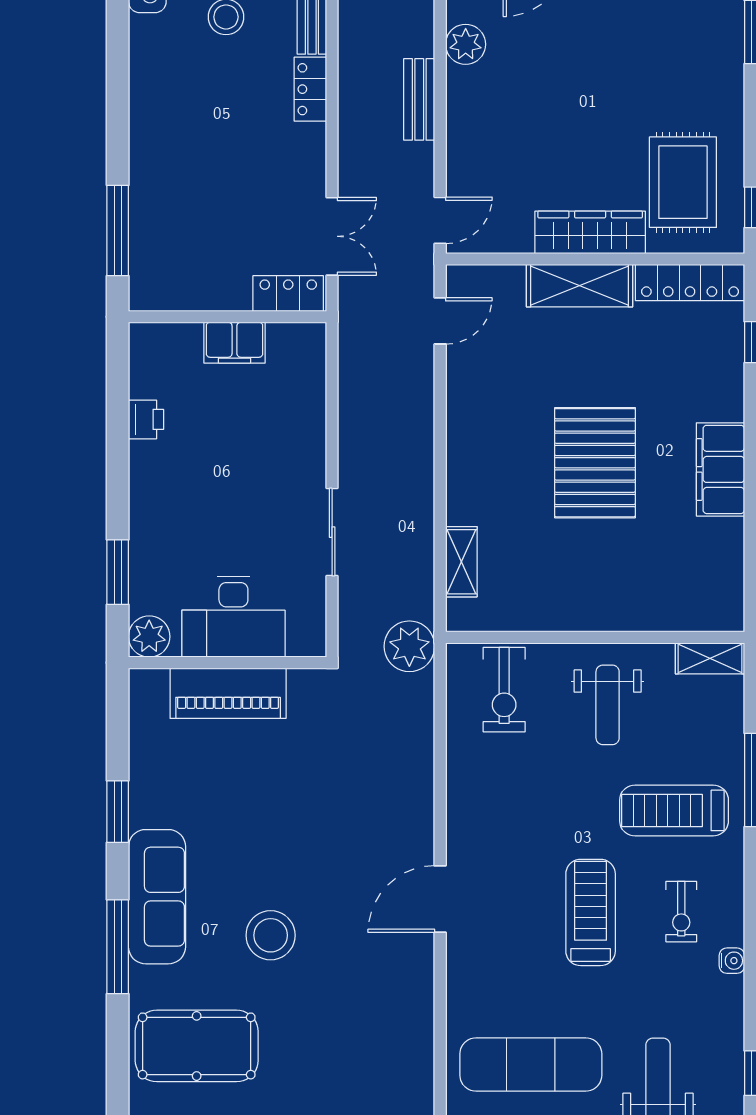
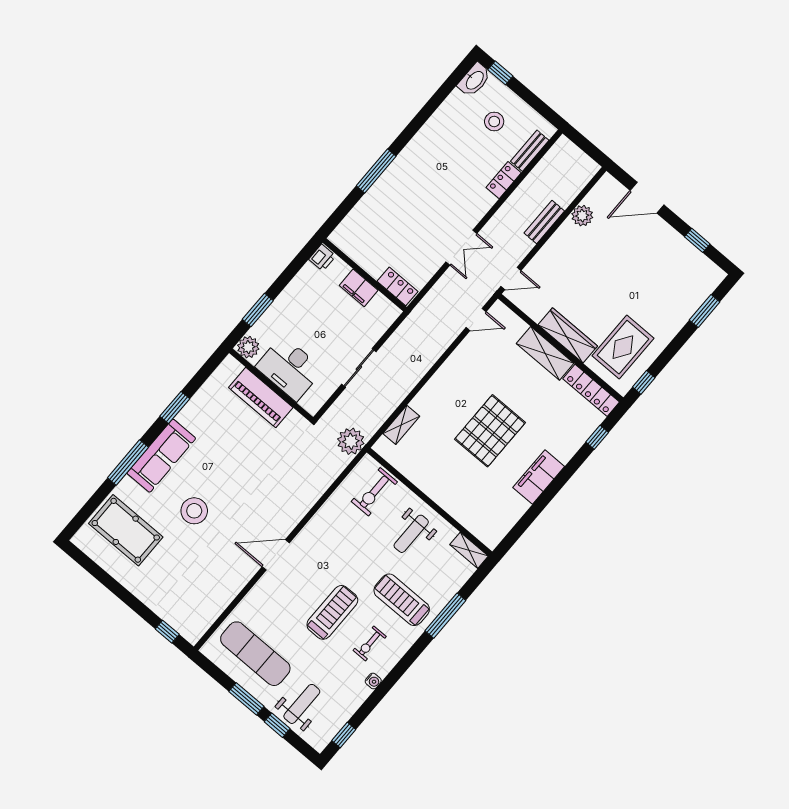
locker: (288, 294) -> (397, 286), moved
wall: (228, 317) -> (365, 275), moved
filing cabinet: (234, 343) -> (359, 288), moved

